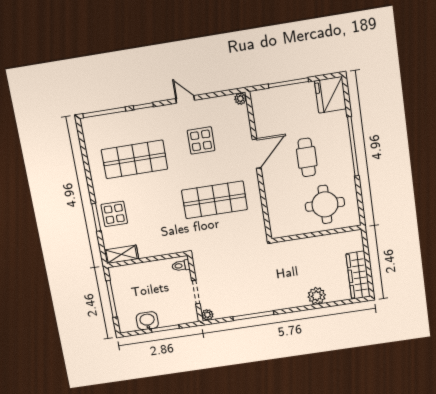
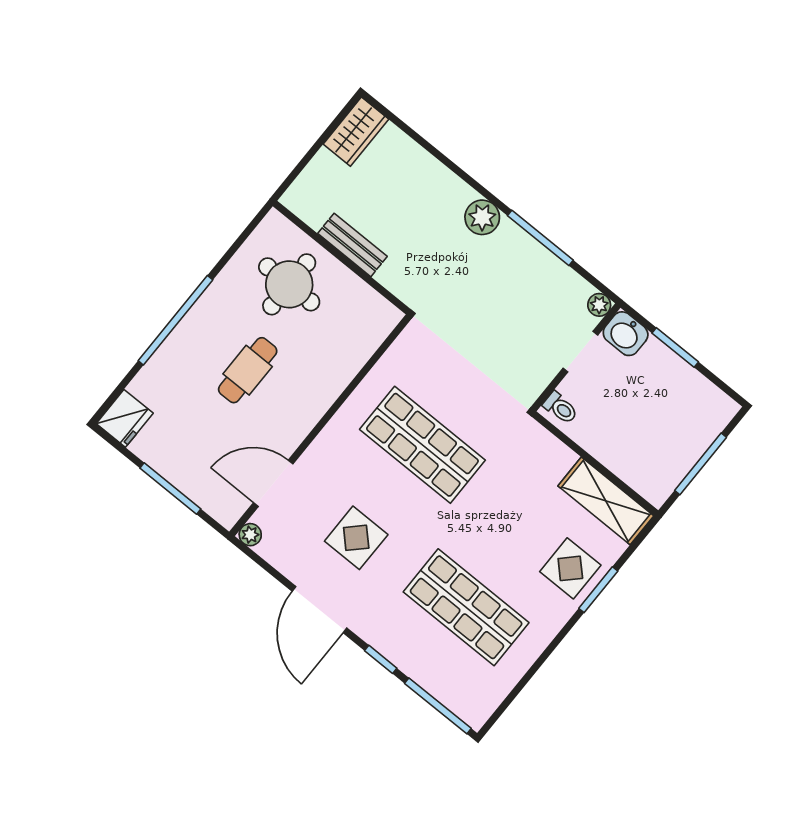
fridge: (330, 95) -> (125, 418), width x0.73, depth x0.75
door: (185, 99) -> (320, 610), width x1.88
door: (257, 154) -> (273, 483), moved
bench: (317, 243) -> (352, 245), added
shelving: (121, 254) -> (606, 501), width x1.50, depth x1.33
wardrobe: (358, 275) -> (356, 132), width x0.67
plant: (317, 296) -> (482, 217), moved
washbasin: (147, 321) -> (626, 334), moved

